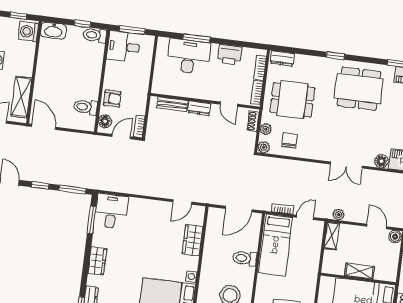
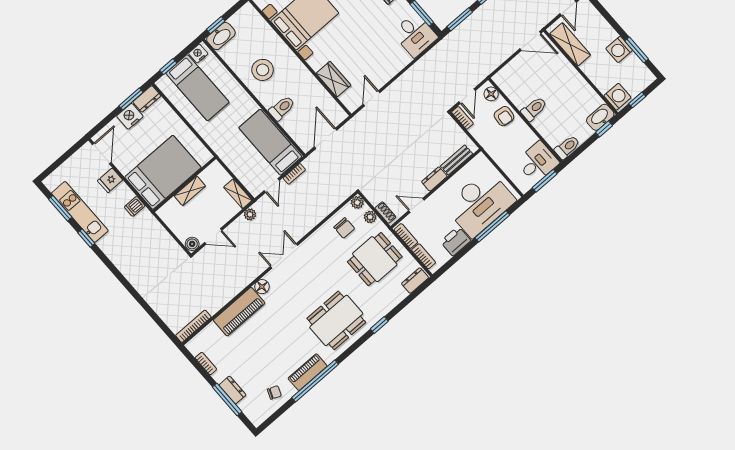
window: (82, 24) -> (604, 129), moved
window: (196, 38) -> (492, 226), width x1.44
desk: (189, 56) -> (480, 203), width x1.36, depth x1.30
armchair: (112, 99) -> (504, 116), turned -84
toilet: (86, 107) -> (534, 109), moved

